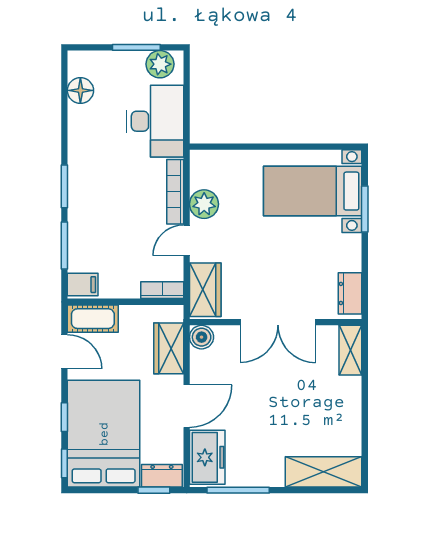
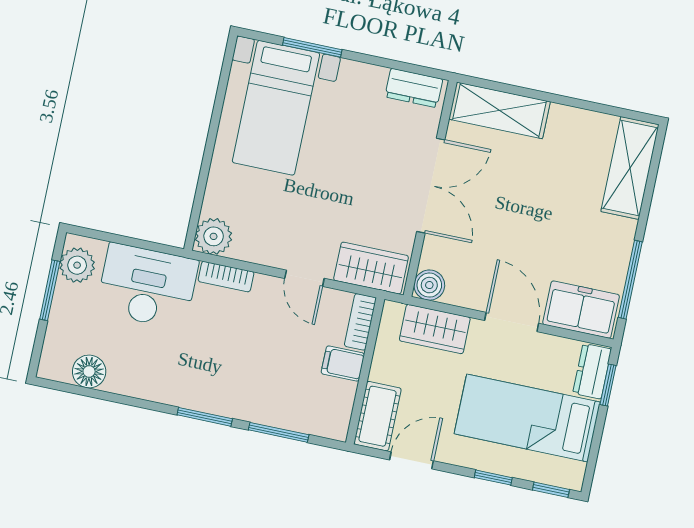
bookcase: (175, 192) -> (226, 277), width x0.64
plant: (204, 204) -> (214, 236), moved
filing cabinet: (83, 285) -> (343, 364), moved, turned -90
shelving: (350, 350) -> (499, 110), width x1.50, depth x1.33
bed: (104, 434) -> (527, 418), width x0.67

